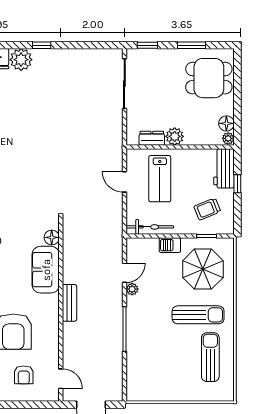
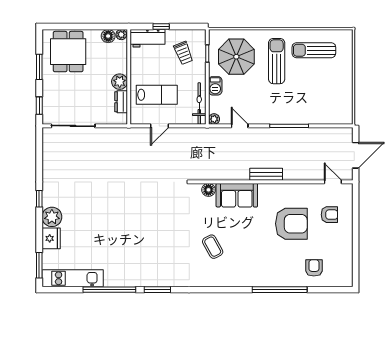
plant: (132, 289) -> (214, 119), moved
door: (61, 379) -> (333, 182), hinge flipped

